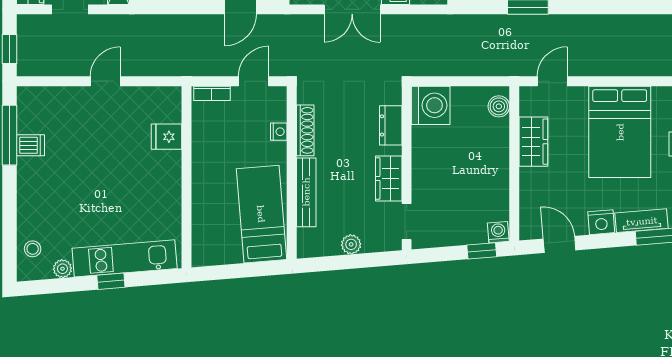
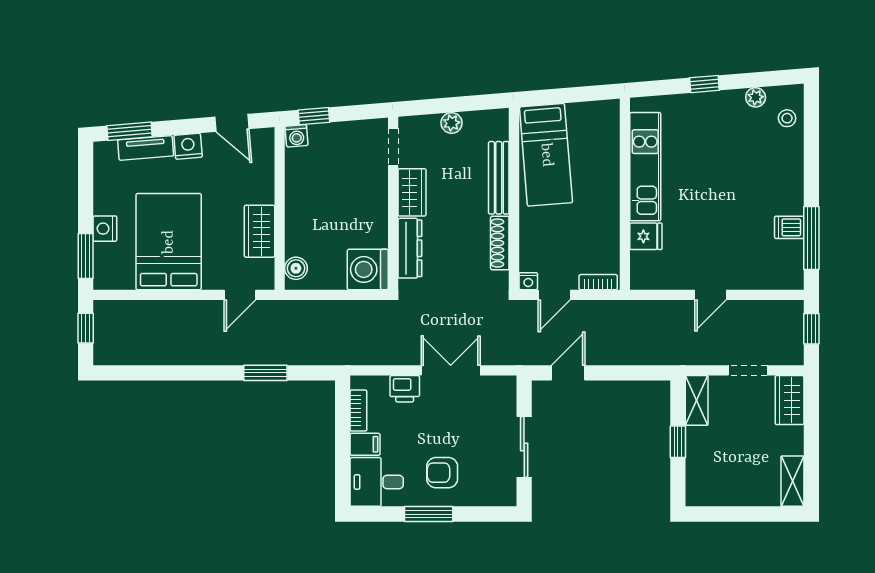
dresser: (391, 125) -> (410, 248), width x1.44
nightstand: (279, 132) -> (528, 281), moved, turned -90
kitchen unit: (125, 258) -> (645, 167), moved, turned -85

